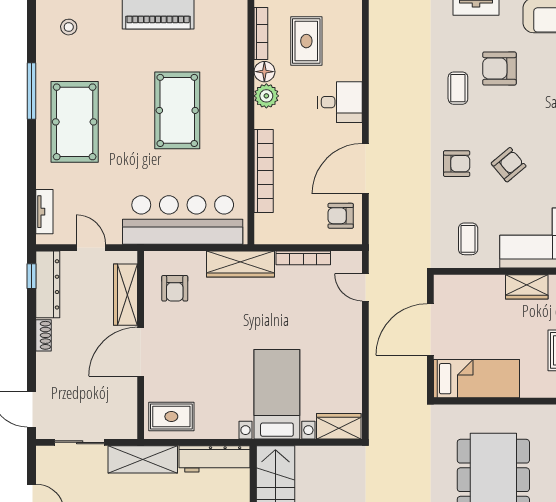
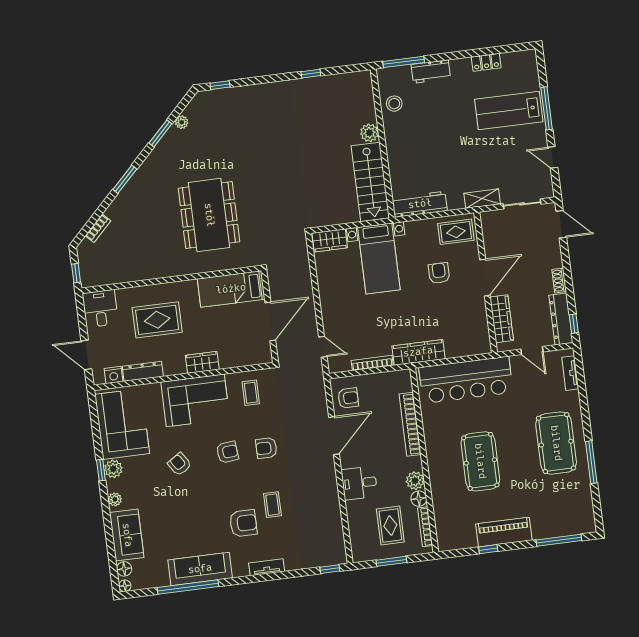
stool: (69, 27) -> (569, 514), removed
armchair: (509, 165) -> (227, 452), turned -146
armchair: (175, 288) -> (439, 273), moved
shelving: (143, 459) -> (482, 199), width x0.67, depth x0.75

